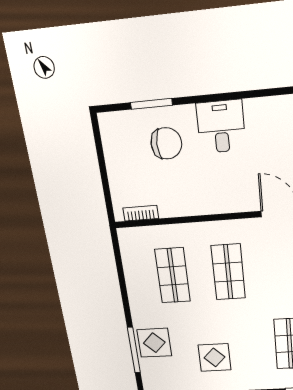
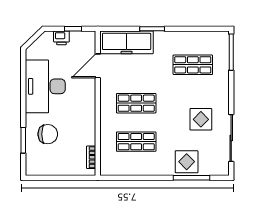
desk: (221, 127) -> (45, 86), width x1.87, depth x1.30
chair: (166, 143) -> (48, 134), turned 90

